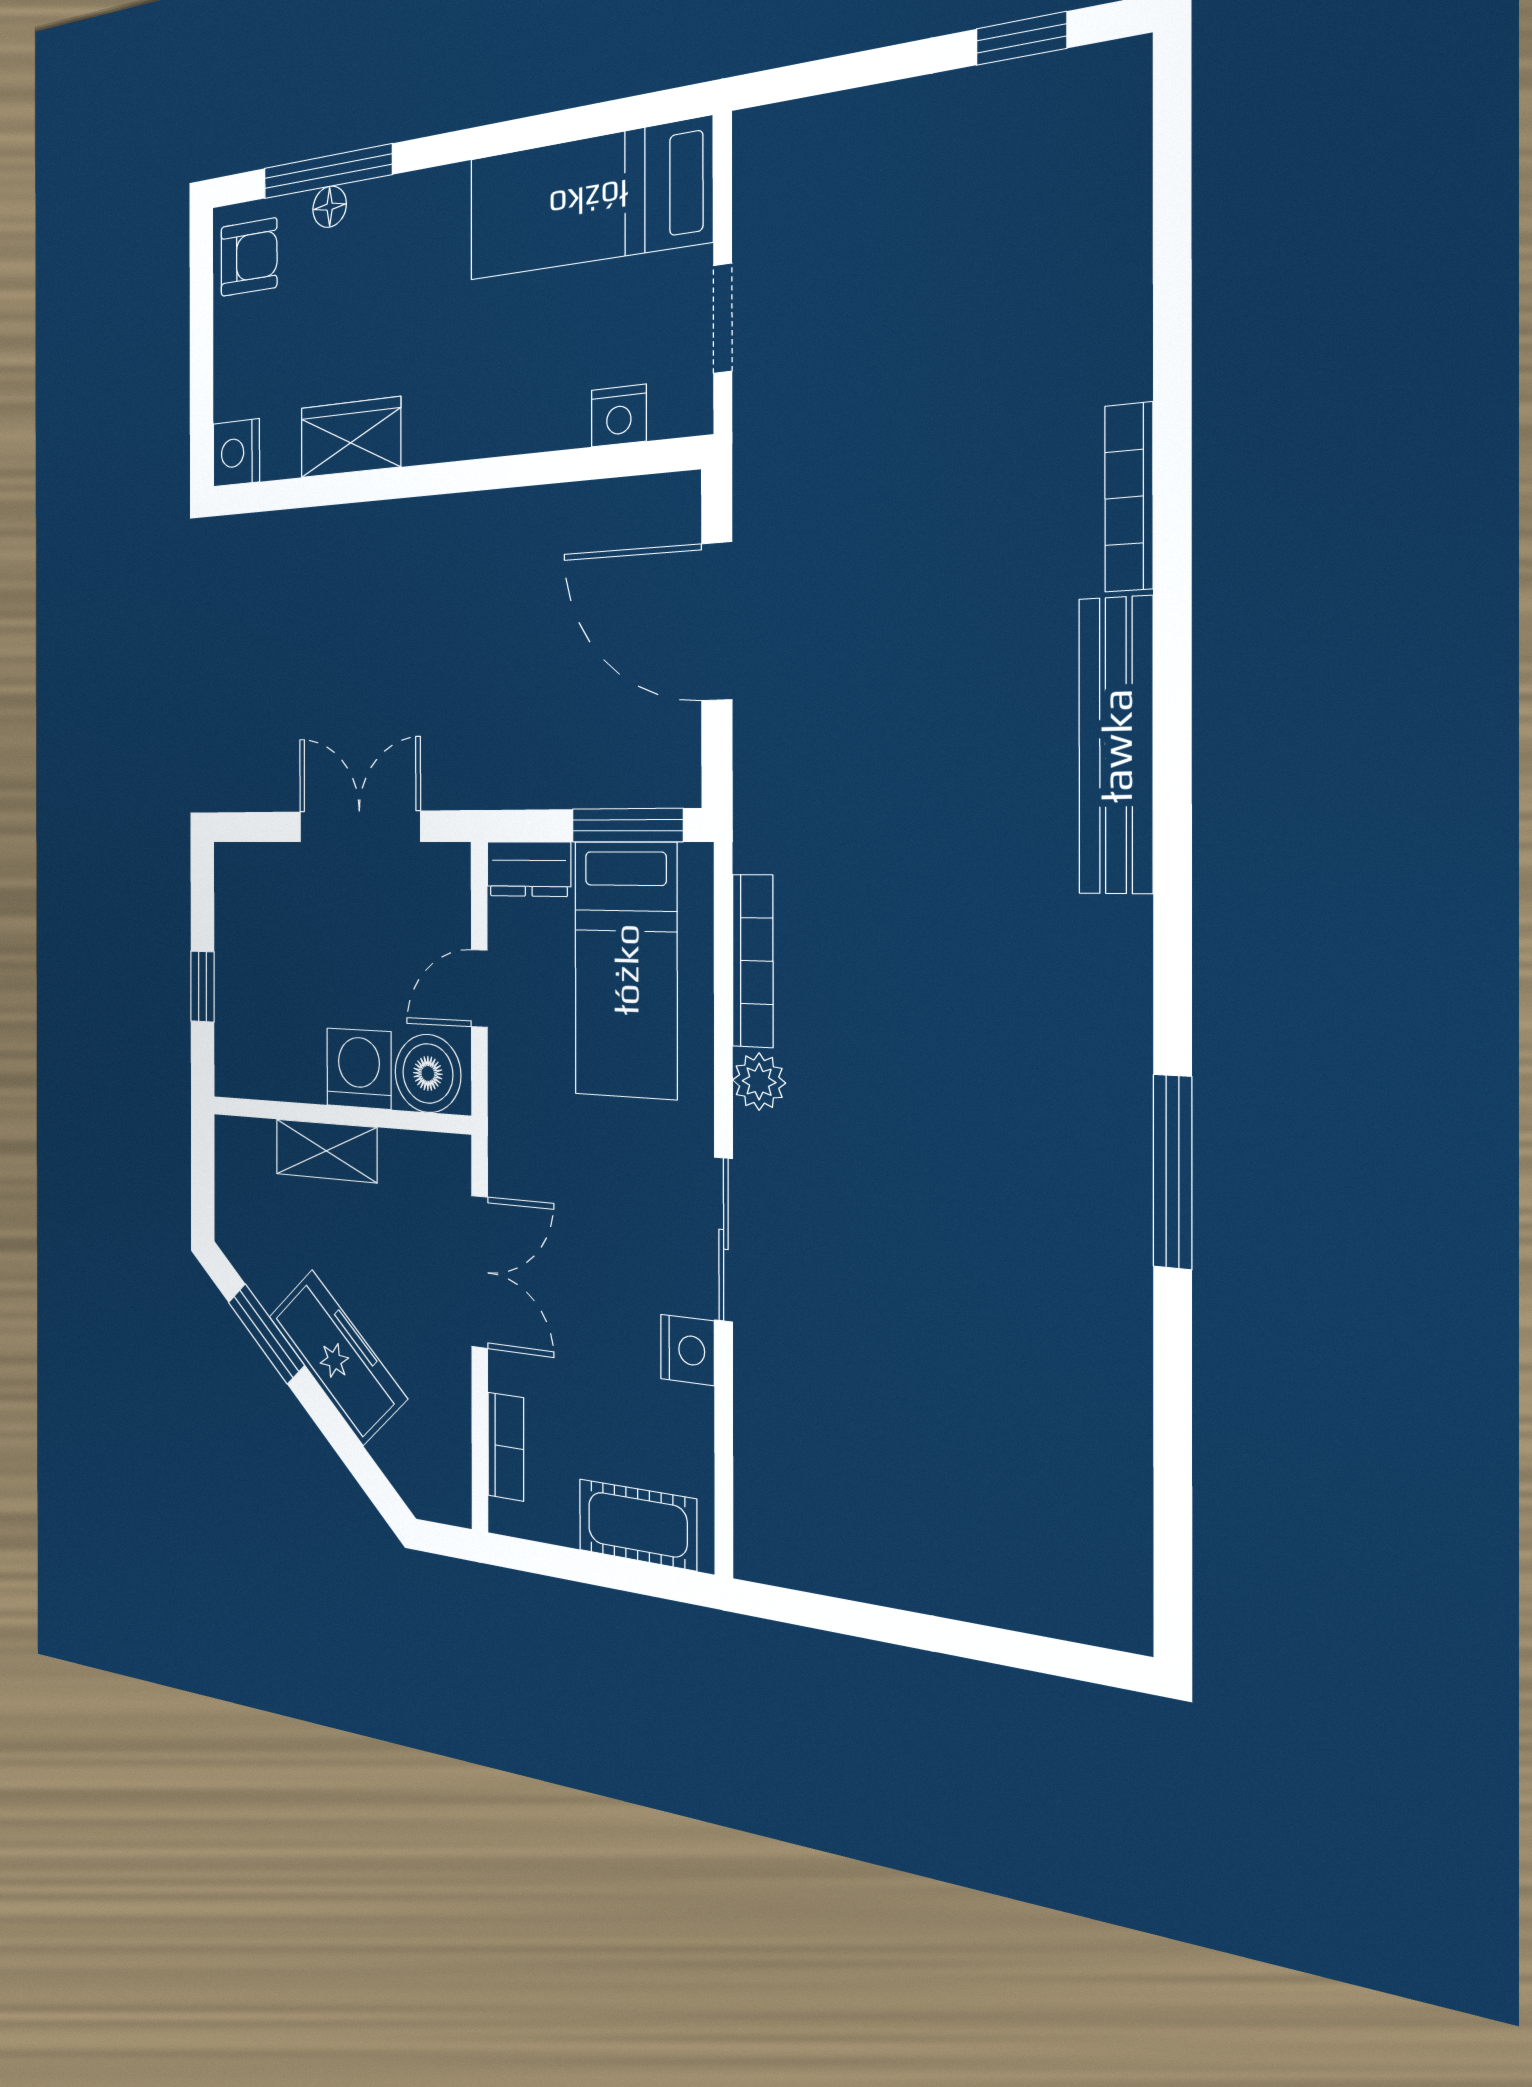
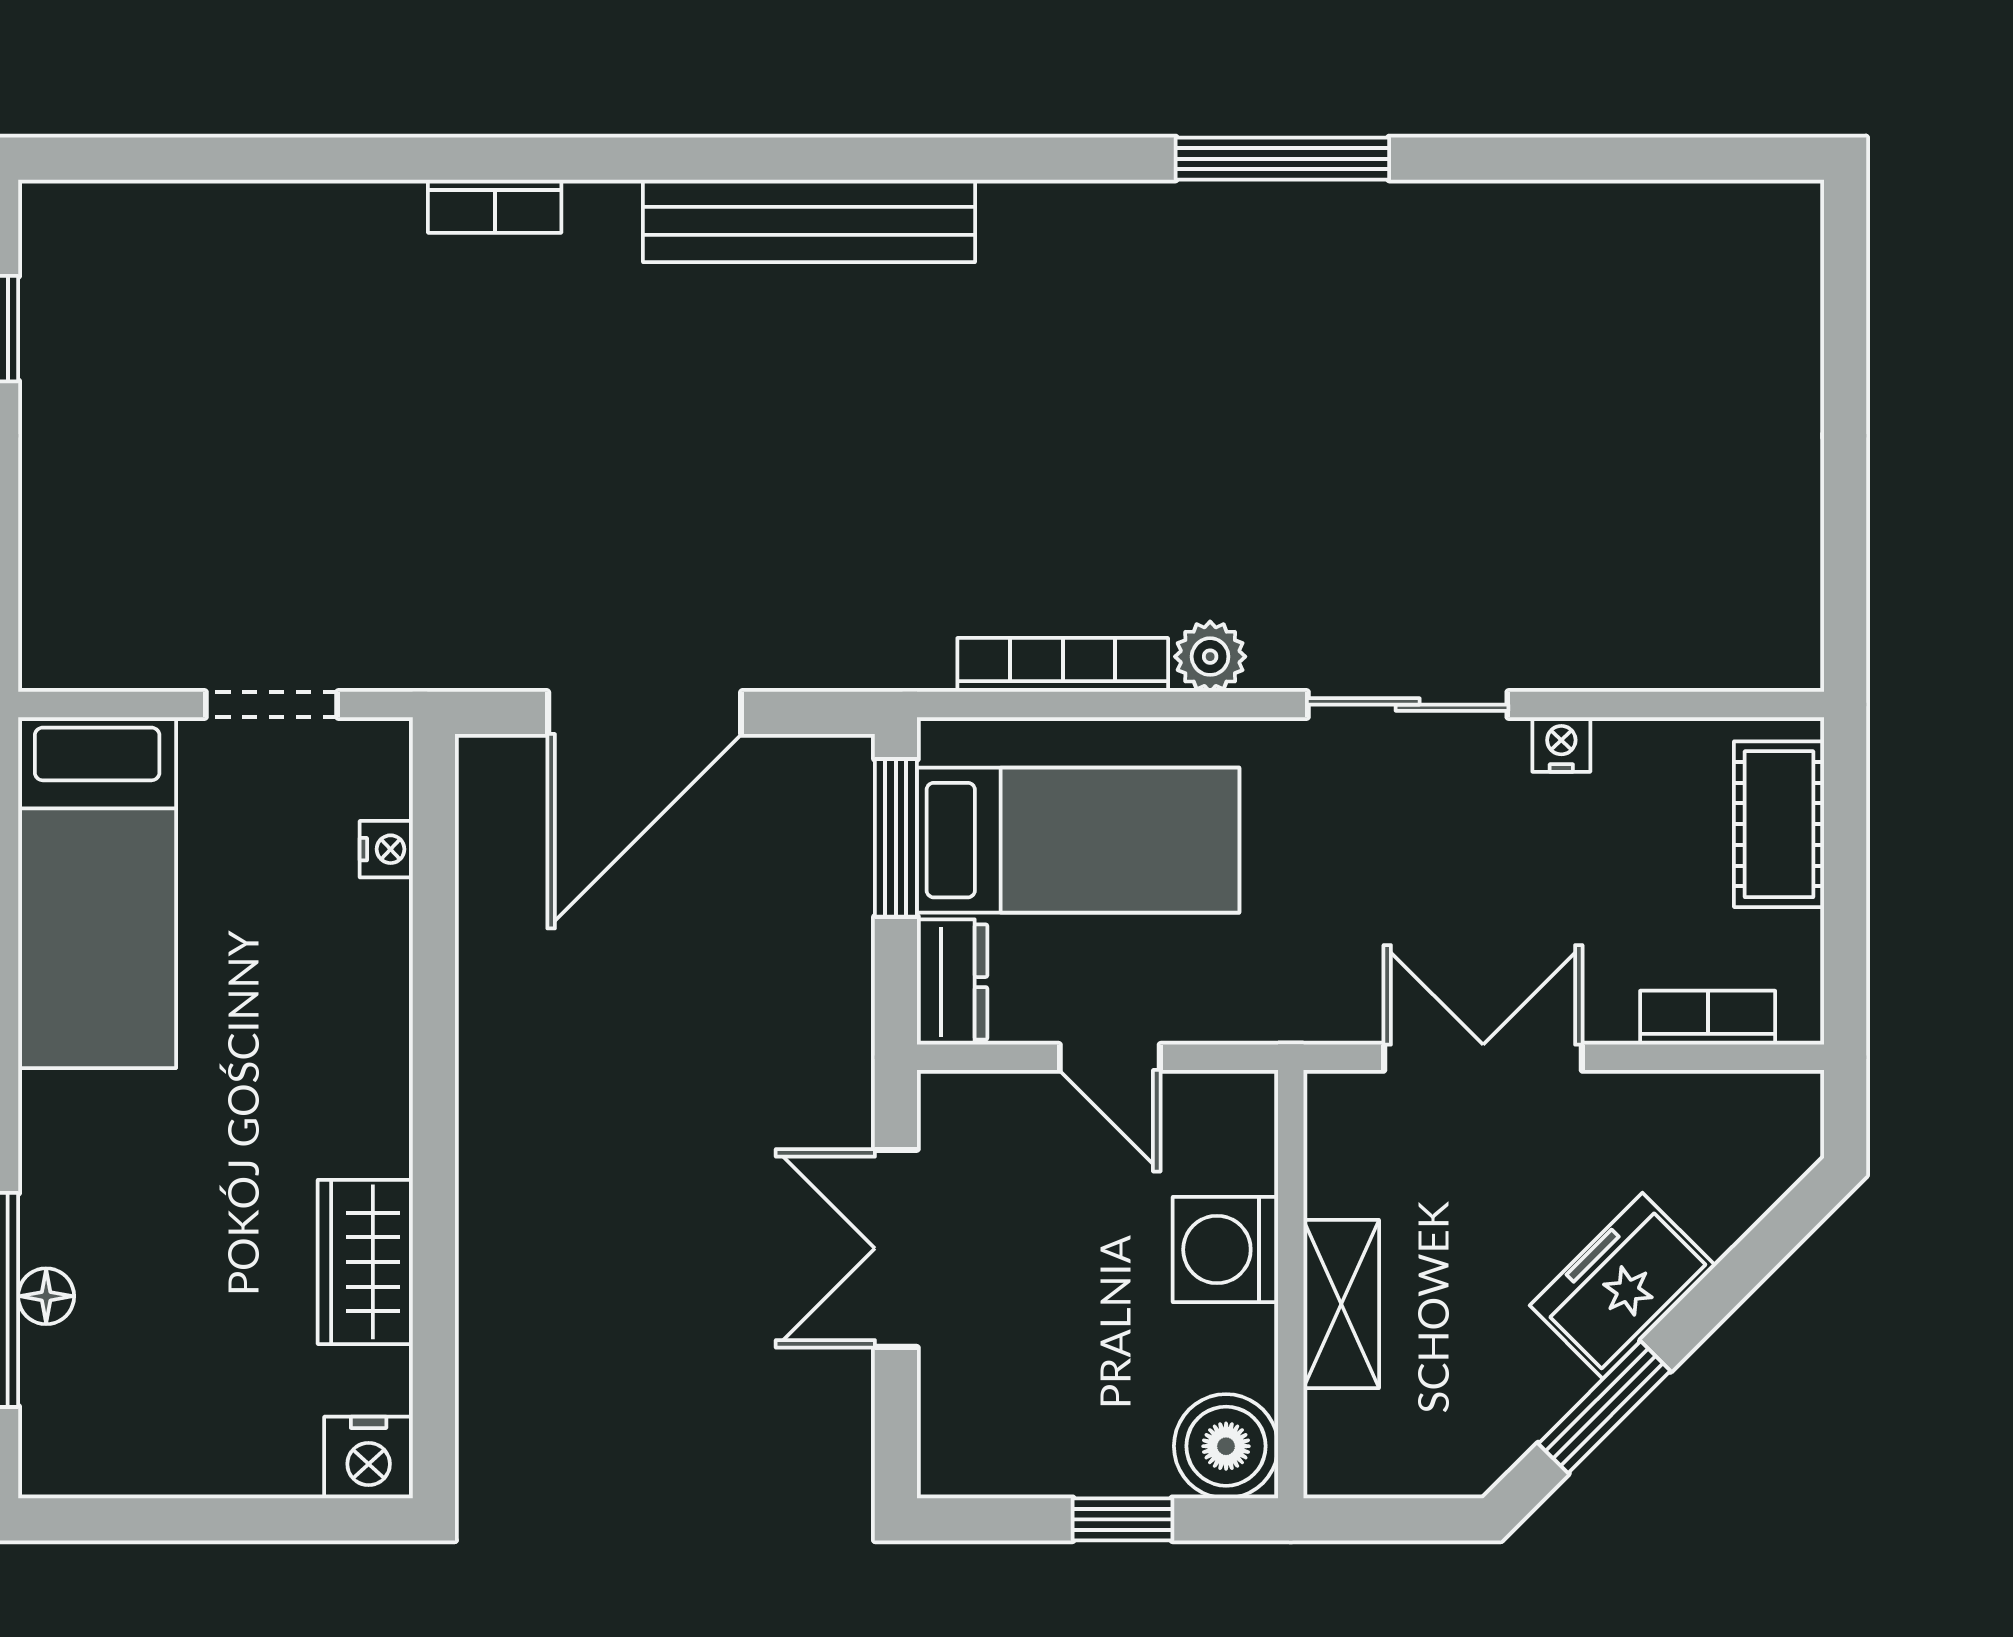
armchair: (249, 257) -> (96, 1435), removed
nightstand: (619, 416) -> (386, 849), width x0.72, depth x0.74
bookcase: (1129, 497) -> (495, 206), width x0.64
boiler: (428, 1073) -> (1226, 1446), moved
nightstand: (687, 1350) -> (1561, 744), width x0.72, depth x0.74
freezer: (337, 1357) -> (1623, 1286), width x0.71

